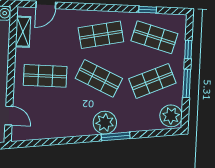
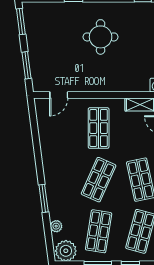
shop shelf: (152, 81) -> (99, 231), turned 33
plant: (105, 123) -> (56, 226), moved, width x0.53, depth x0.53

